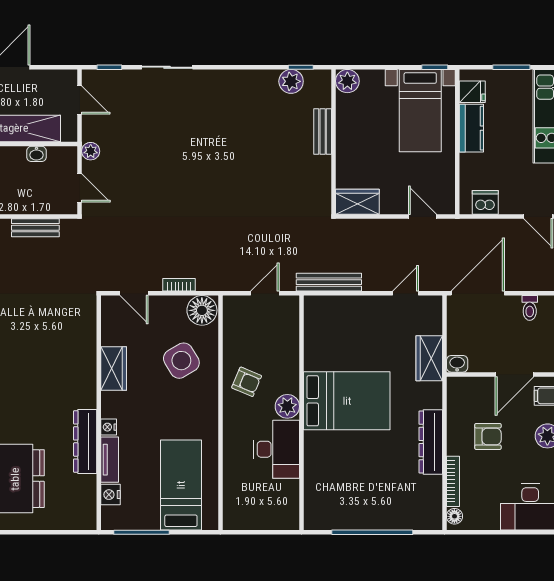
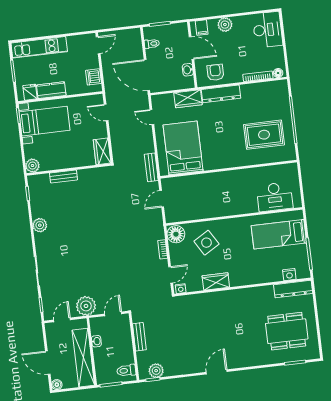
plant: (291, 81) -> (40, 225), moved
plant: (91, 151) -> (86, 306), width x1.87, depth x1.87
door: (423, 217) -> (106, 112), hinge flipped
bench: (329, 282) -> (151, 167), width x0.73
door: (265, 293) -> (162, 199), hinge flipped
washbasin: (457, 364) -> (188, 70), moved
armchair: (247, 382) -> (214, 203), removed
bed: (347, 401) -> (183, 148), moved
plant: (287, 406) -> (226, 178), removed
nightstand: (109, 427) -> (181, 289), moved
armchair: (488, 436) -> (215, 72), moved
dresser: (85, 441) -> (293, 289), moved
dresser: (431, 442) -> (221, 94), moved
desk: (276, 449) -> (275, 197), moved, turned 180
tv unit: (110, 460) -> (269, 278), removed
rug: (353, 480) -> (264, 135), added

